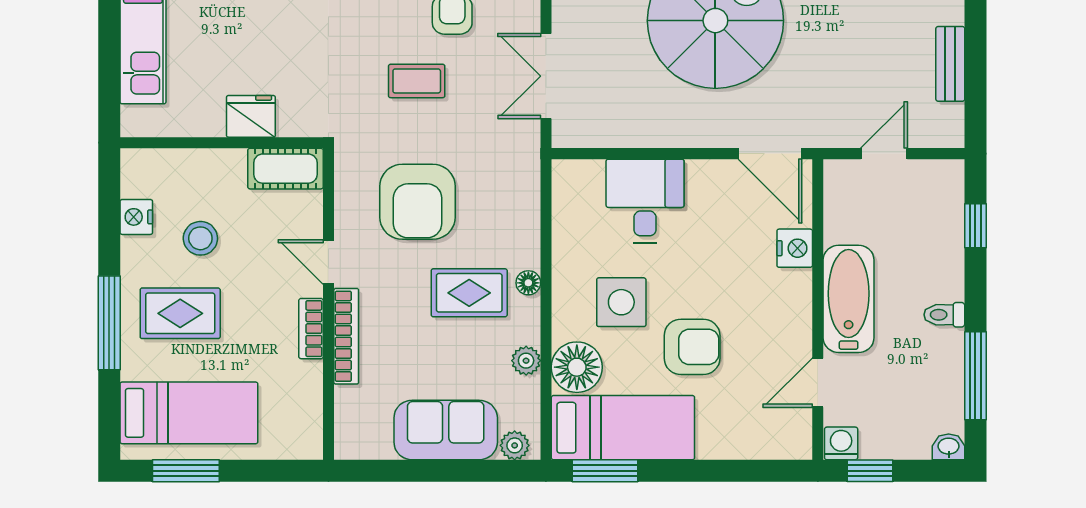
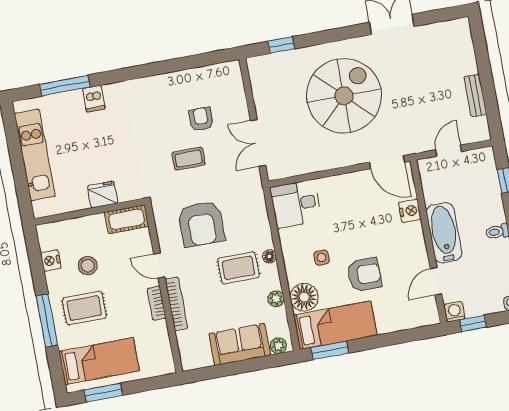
desk: (645, 201) -> (296, 204), moved, turned -90
side table: (621, 302) -> (322, 258), width x0.54, depth x0.54

